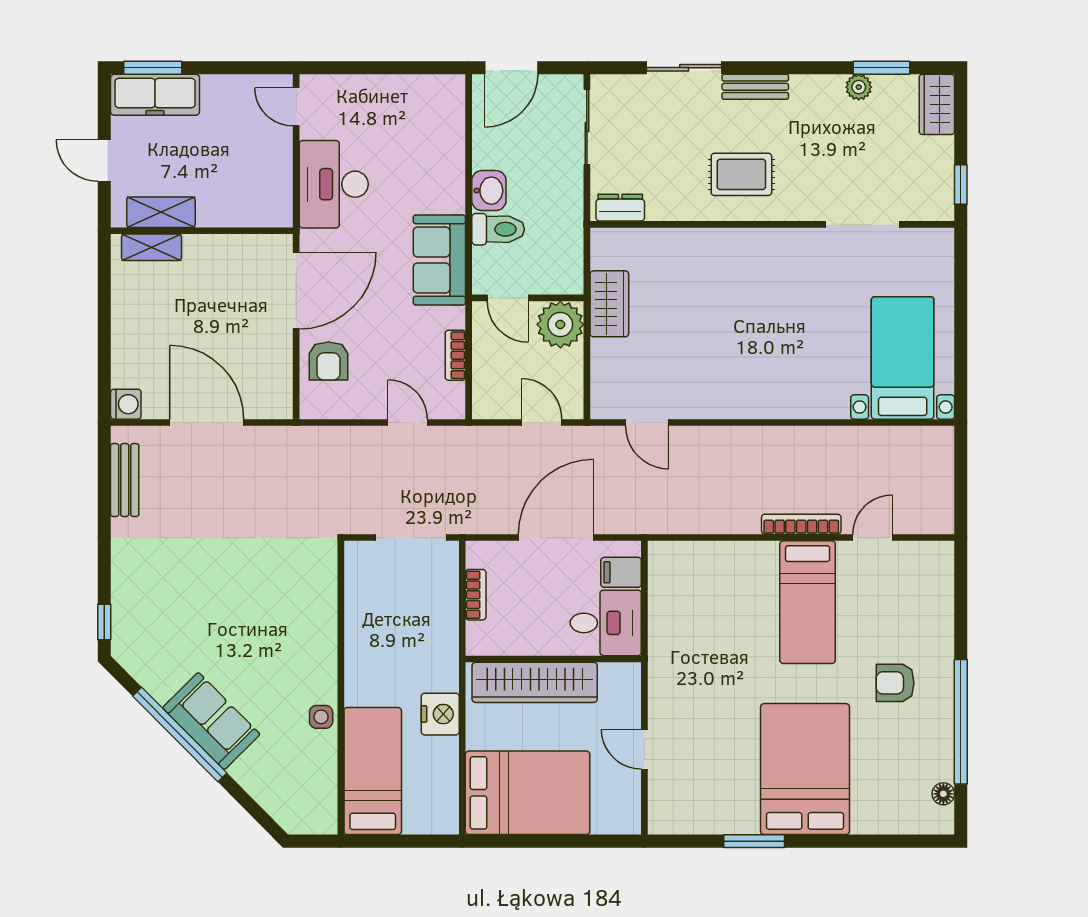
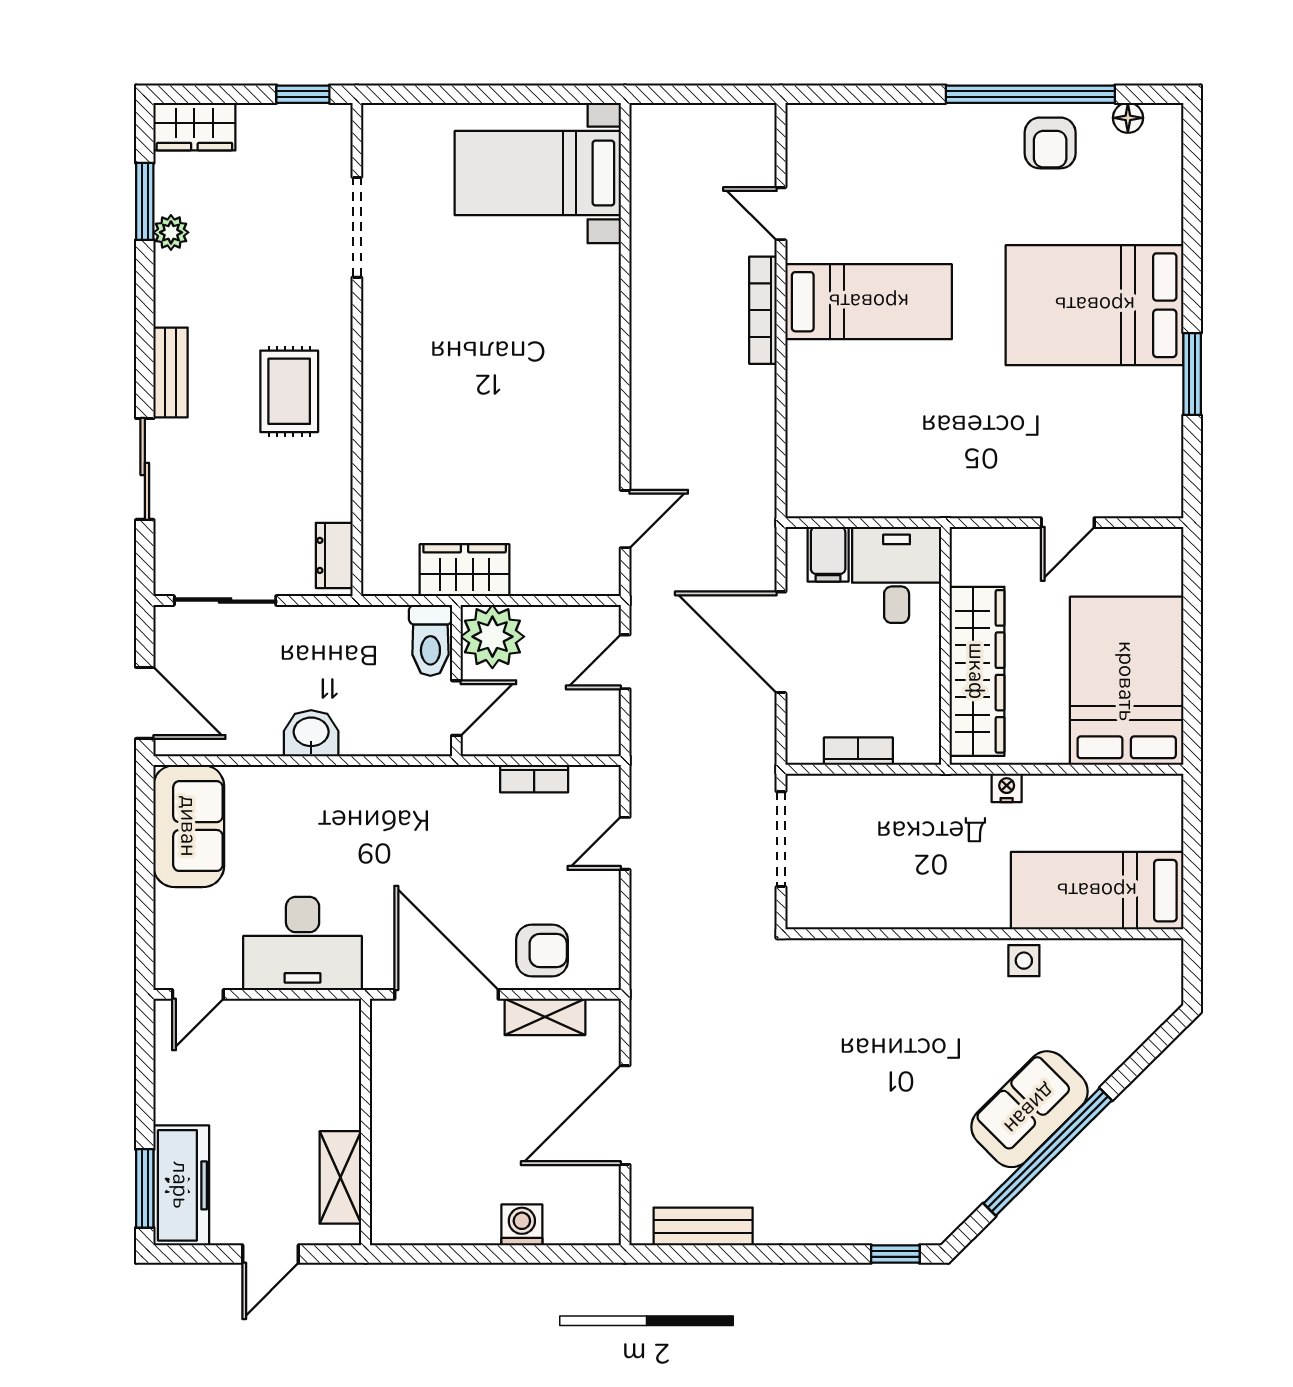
toilet: (498, 229) -> (430, 640), moved, turned 180
shelving: (151, 247) -> (545, 1017), moved, turned 90
sofa: (439, 260) -> (189, 826), moved, turned -90
washing machine: (126, 404) -> (522, 1225), moved
armchair: (895, 683) -> (1050, 143), moved
nightstand: (440, 714) -> (1007, 788), width x0.53, depth x0.56

